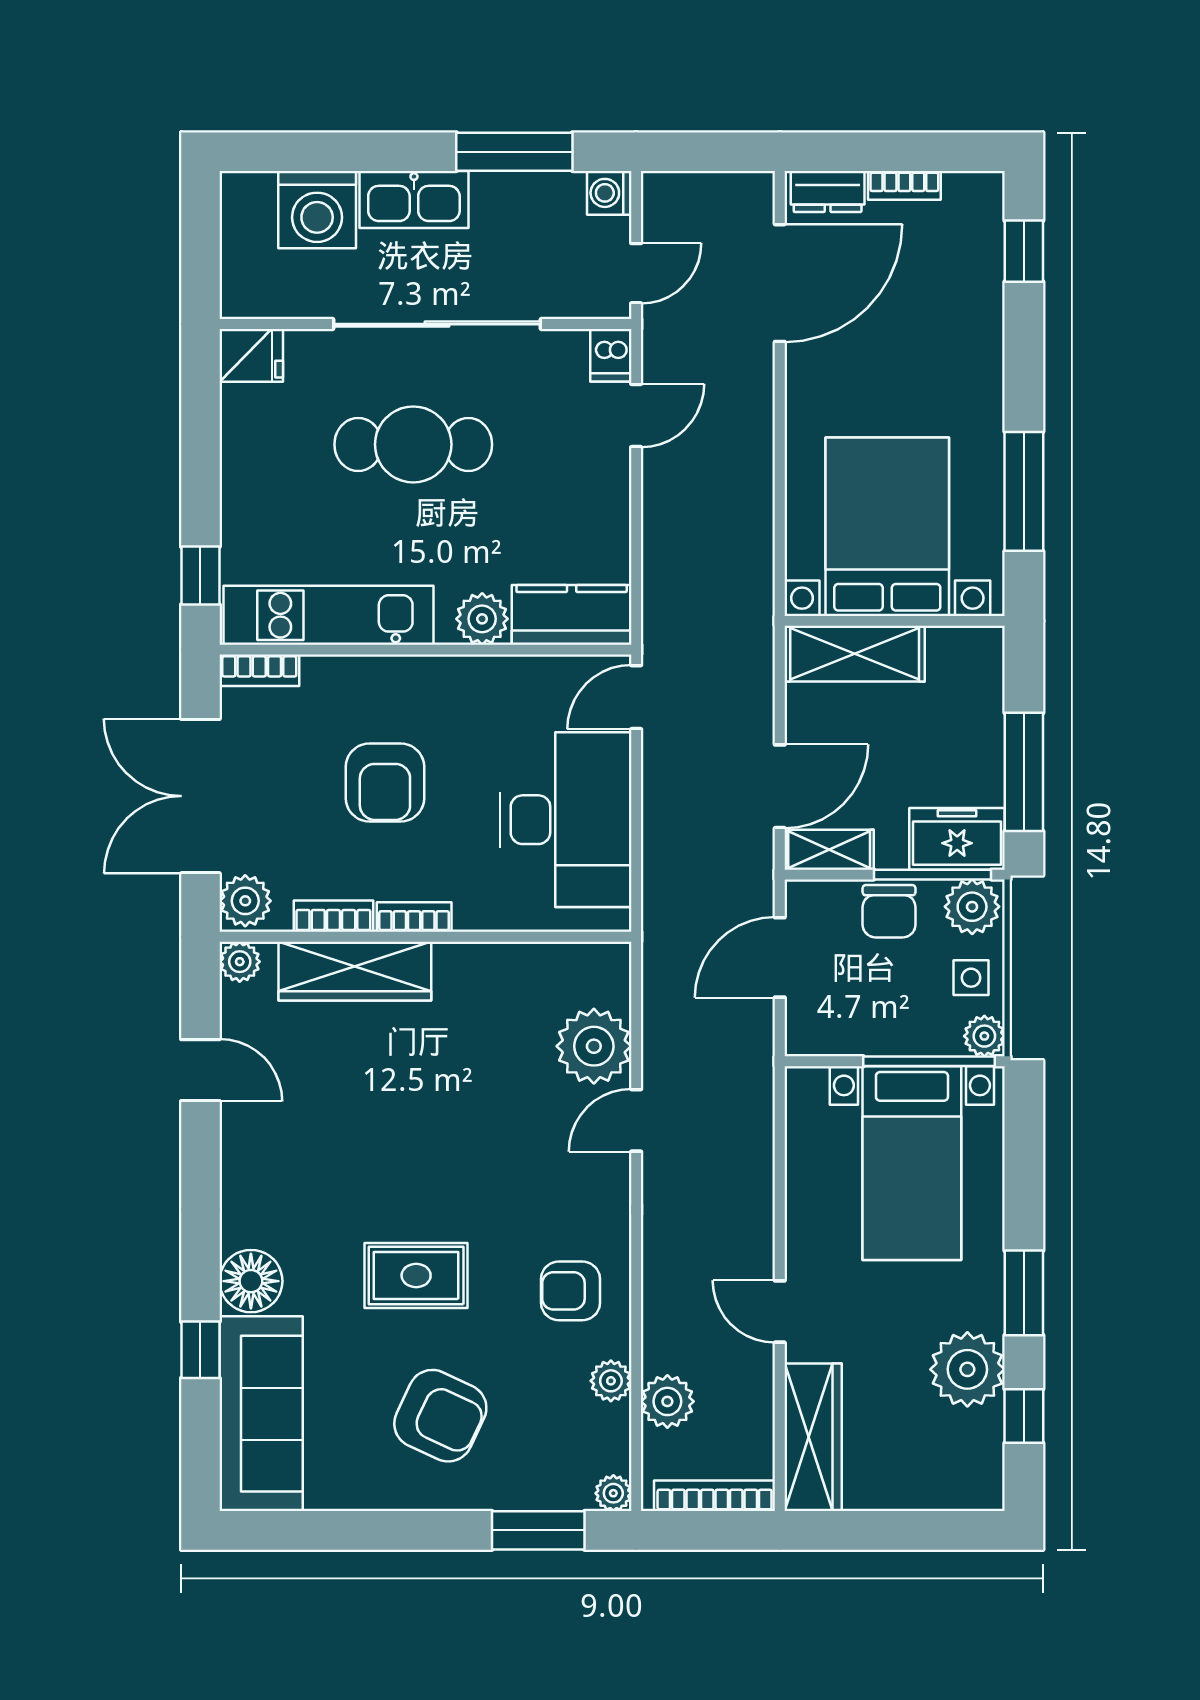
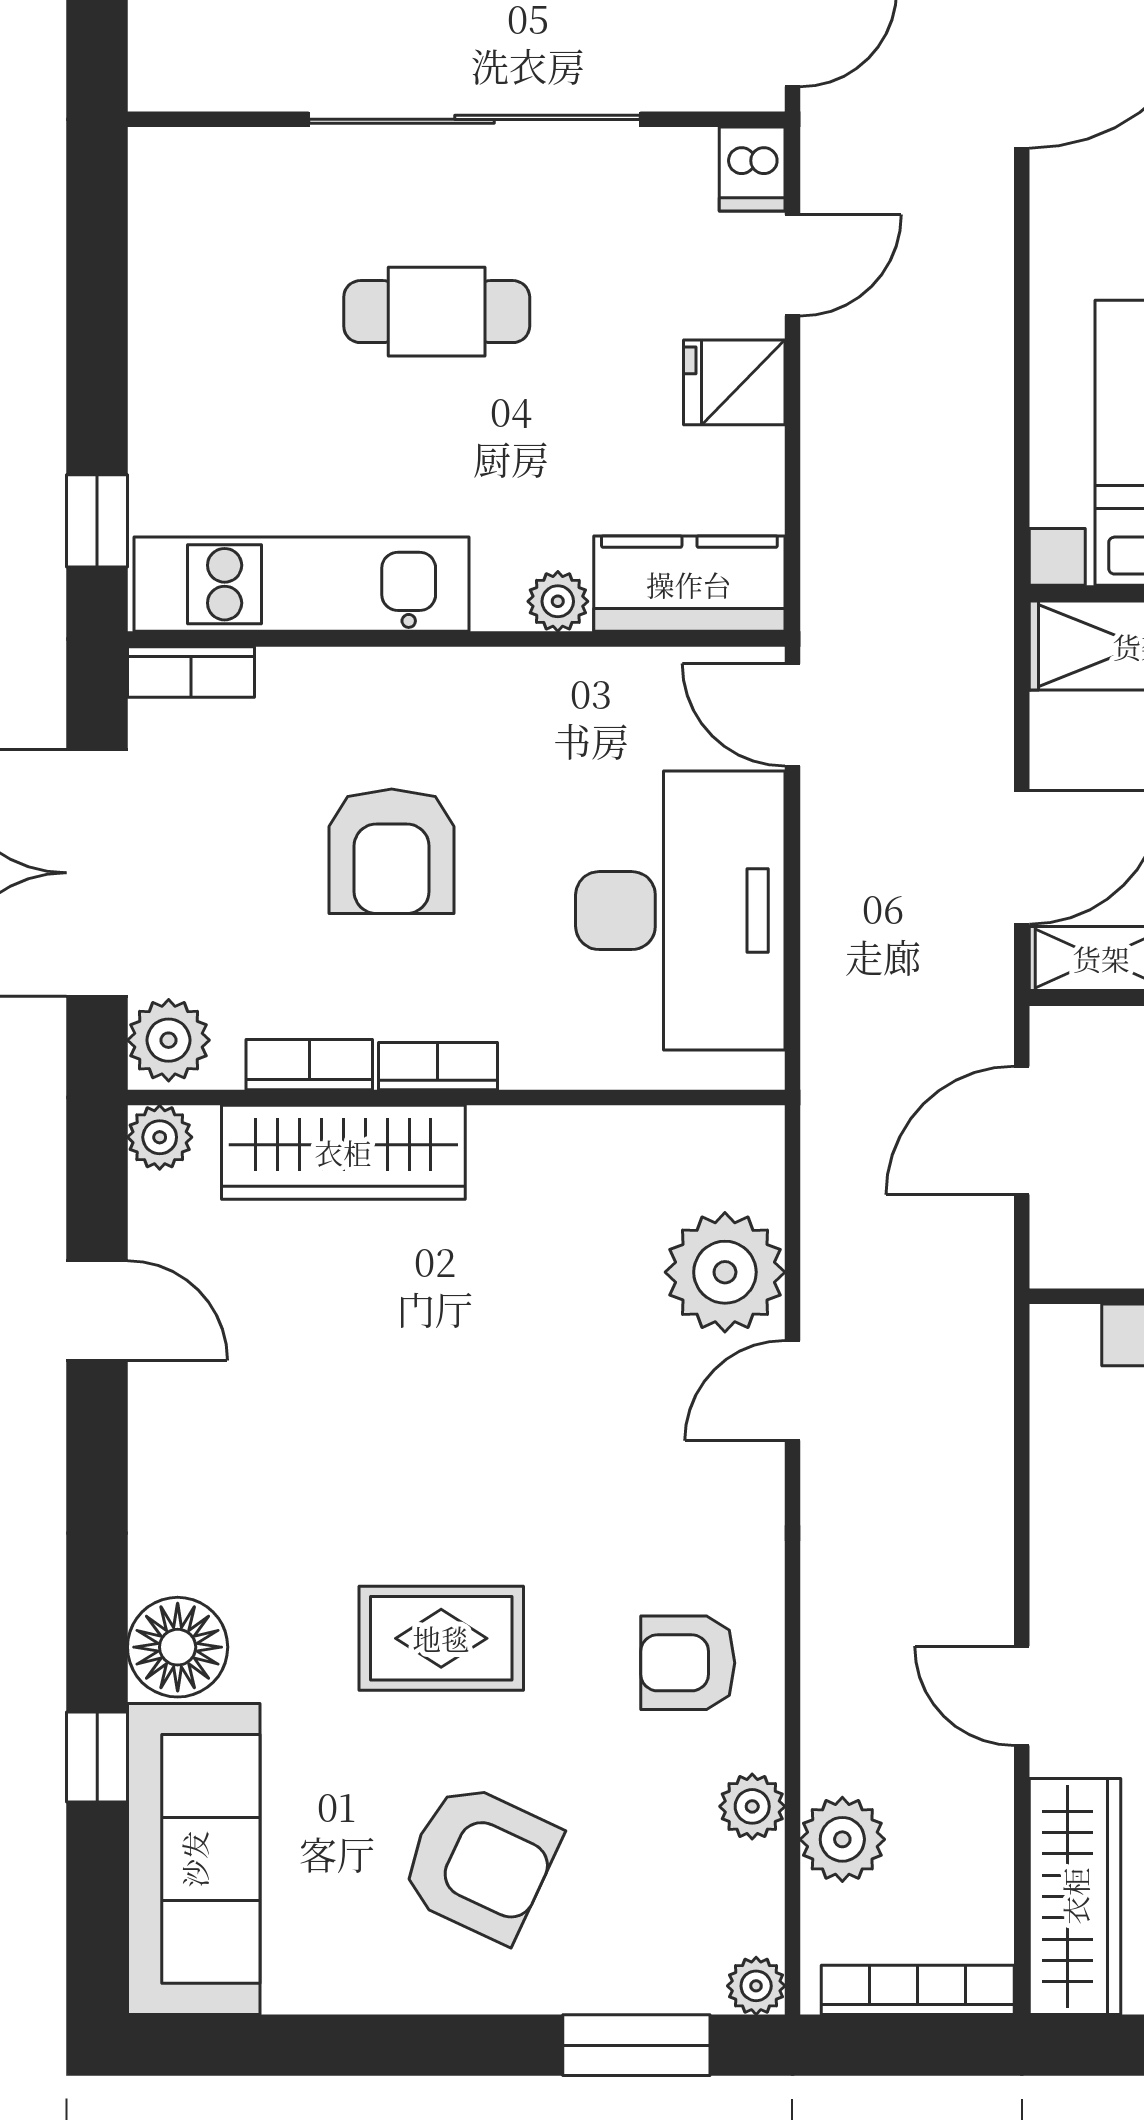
fridge: (251, 355) -> (734, 382), moved, turned 180
cafe table: (413, 444) -> (437, 312), width x0.73, depth x0.74
plant: (482, 619) -> (558, 601), width x0.73, depth x0.73
door: (636, 697) -> (792, 715), hinge flipped

